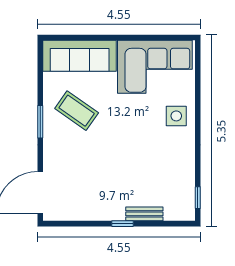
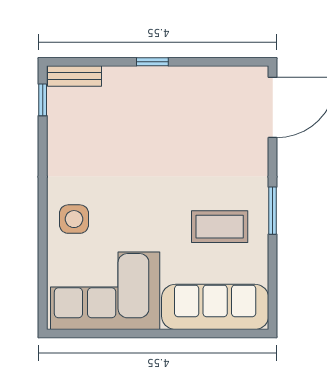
coffee table: (77, 111) -> (220, 227), turned -35
bench: (144, 214) -> (75, 76), moved

